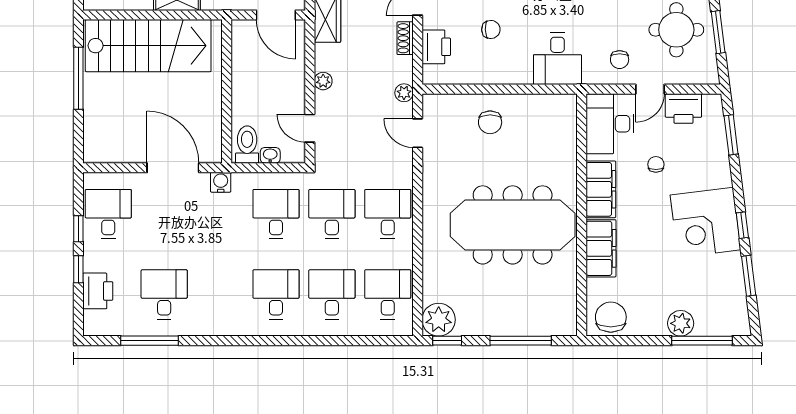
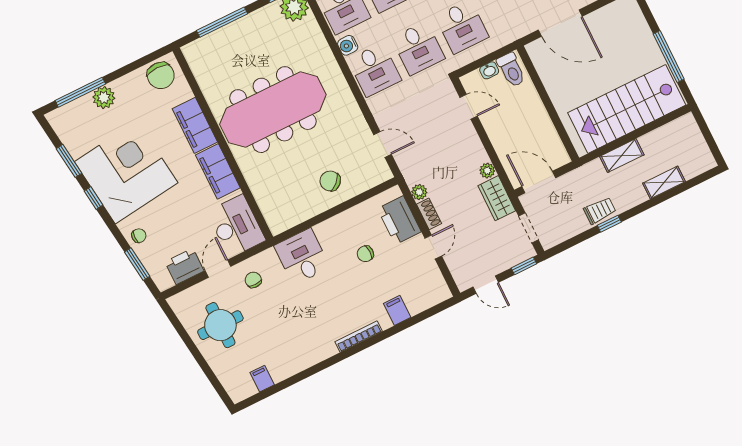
window: (718, 32) -> (187, 339), removed
printer: (436, 47) -> (399, 220), width x1.37, depth x1.19
plant: (323, 81) -> (487, 171), moved
plant: (404, 93) -> (419, 192), moved
chair: (490, 122) -> (330, 181), turned -44
chair: (656, 164) -> (139, 236), moved, turned -90
water cooler: (221, 182) -> (348, 45), moved, turned 90
corner desk: (706, 222) -> (126, 172), width x1.36, depth x1.36

